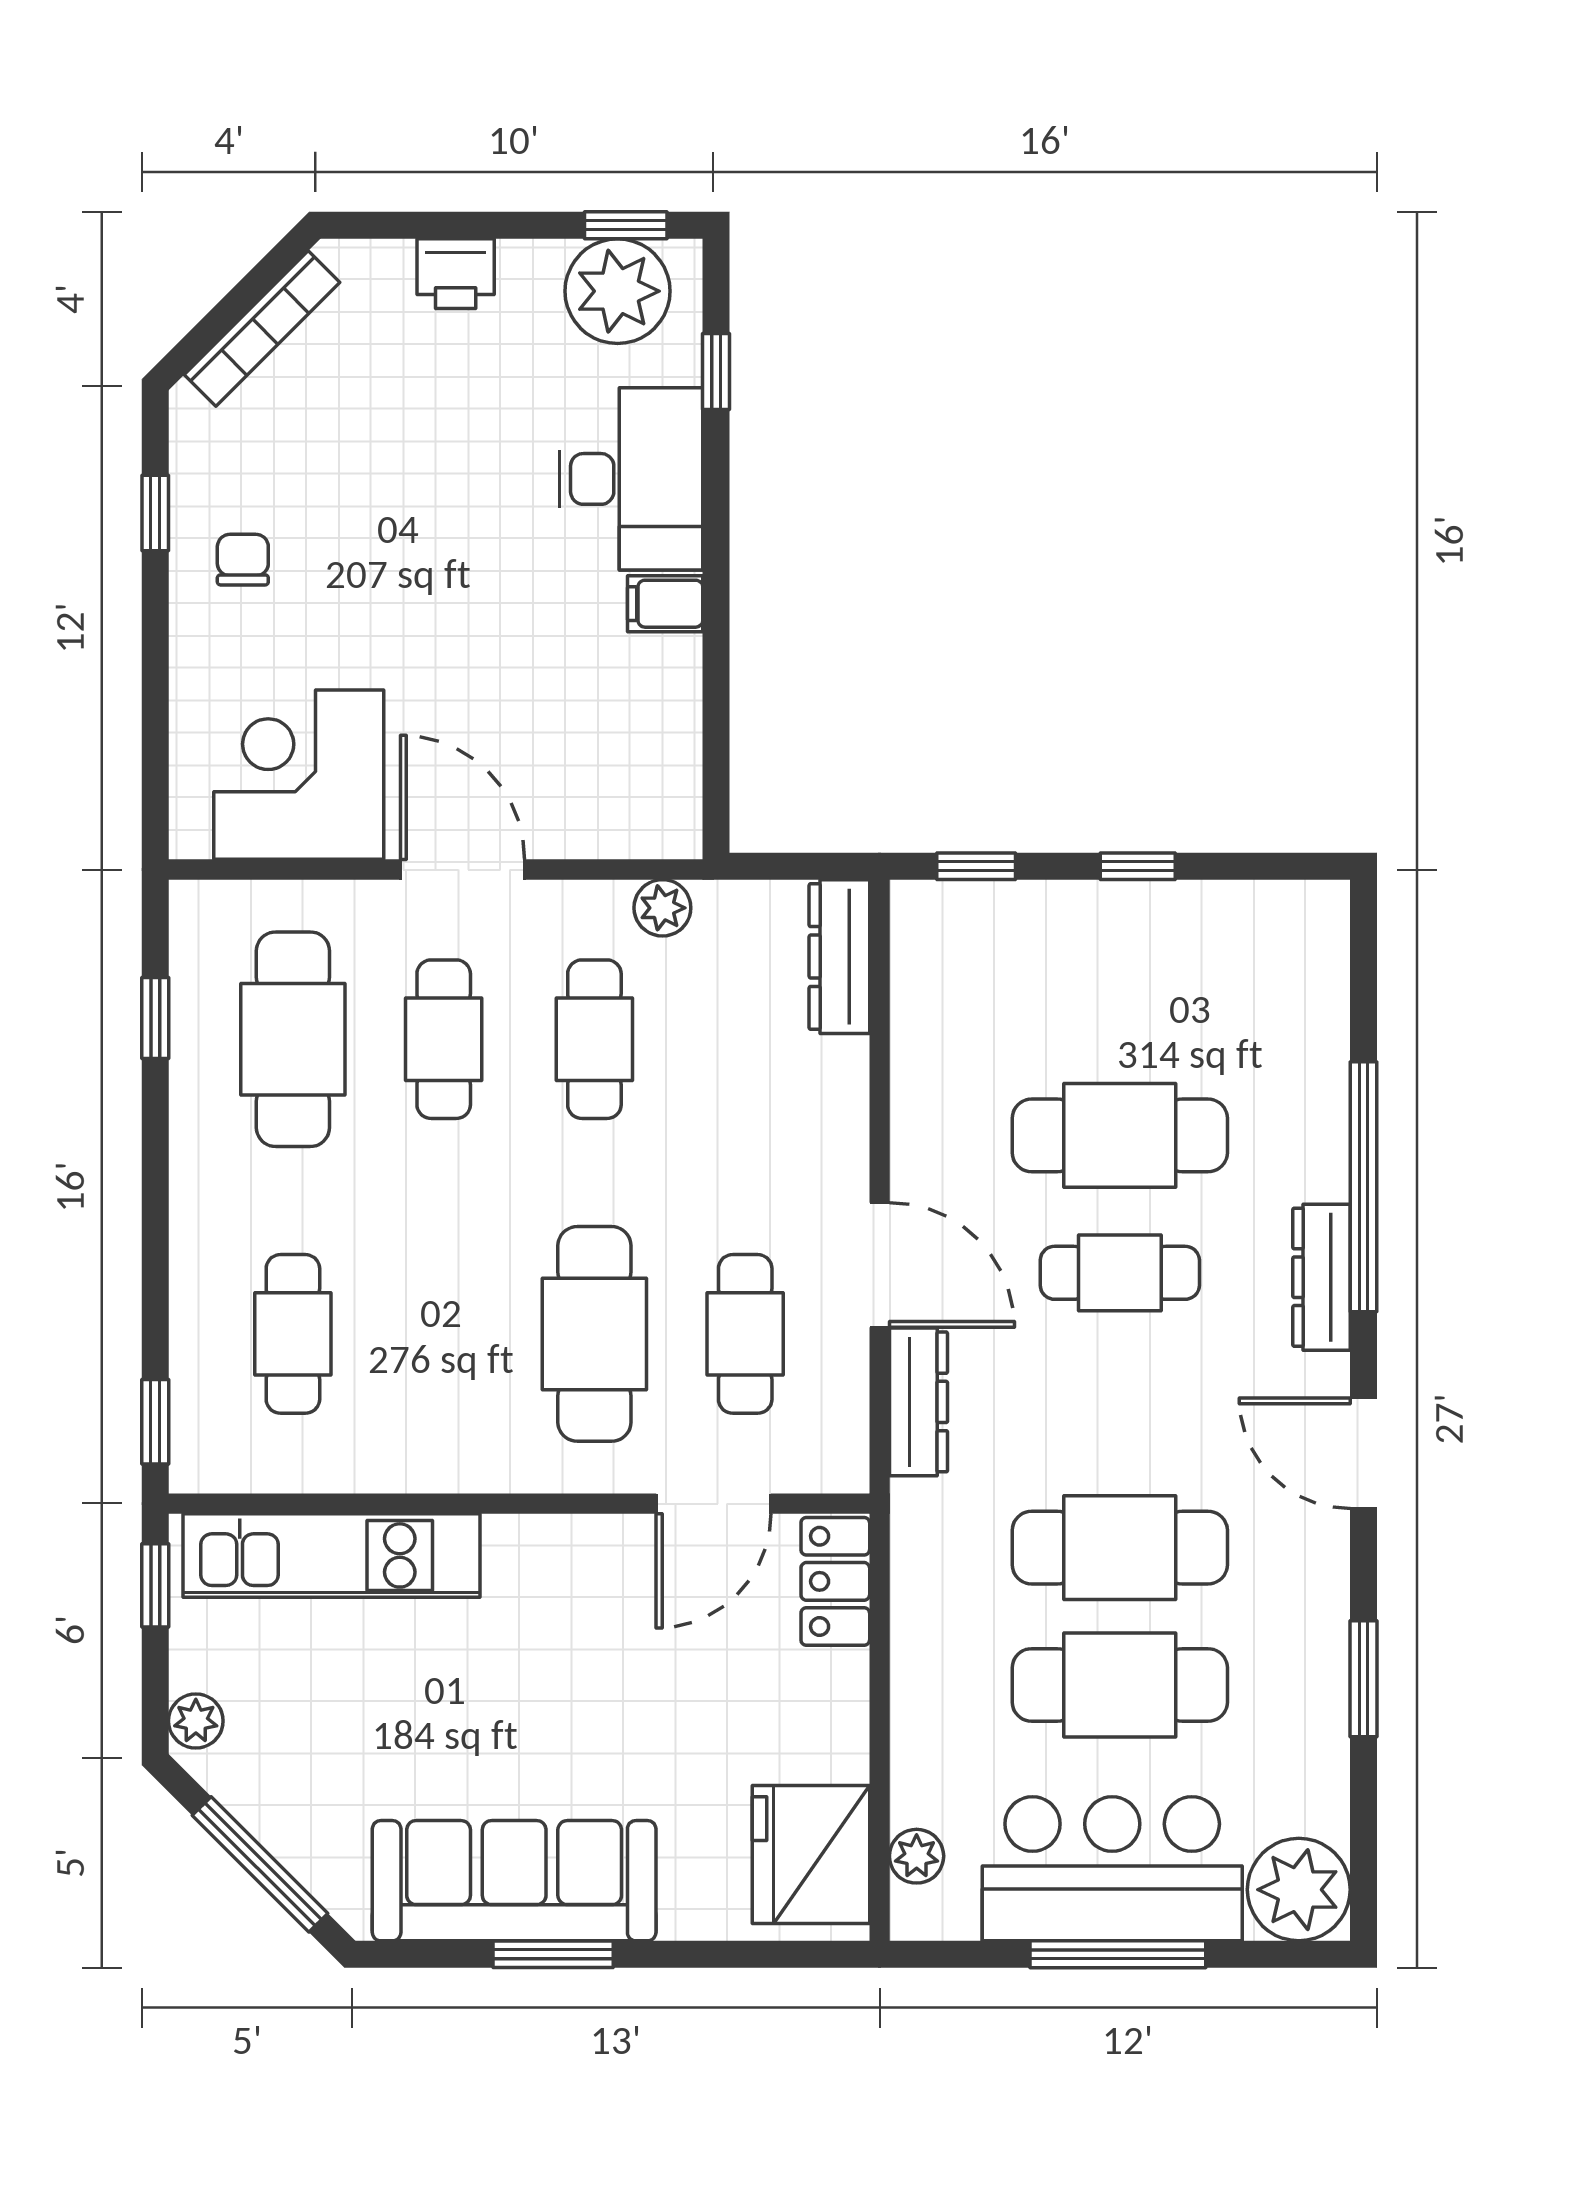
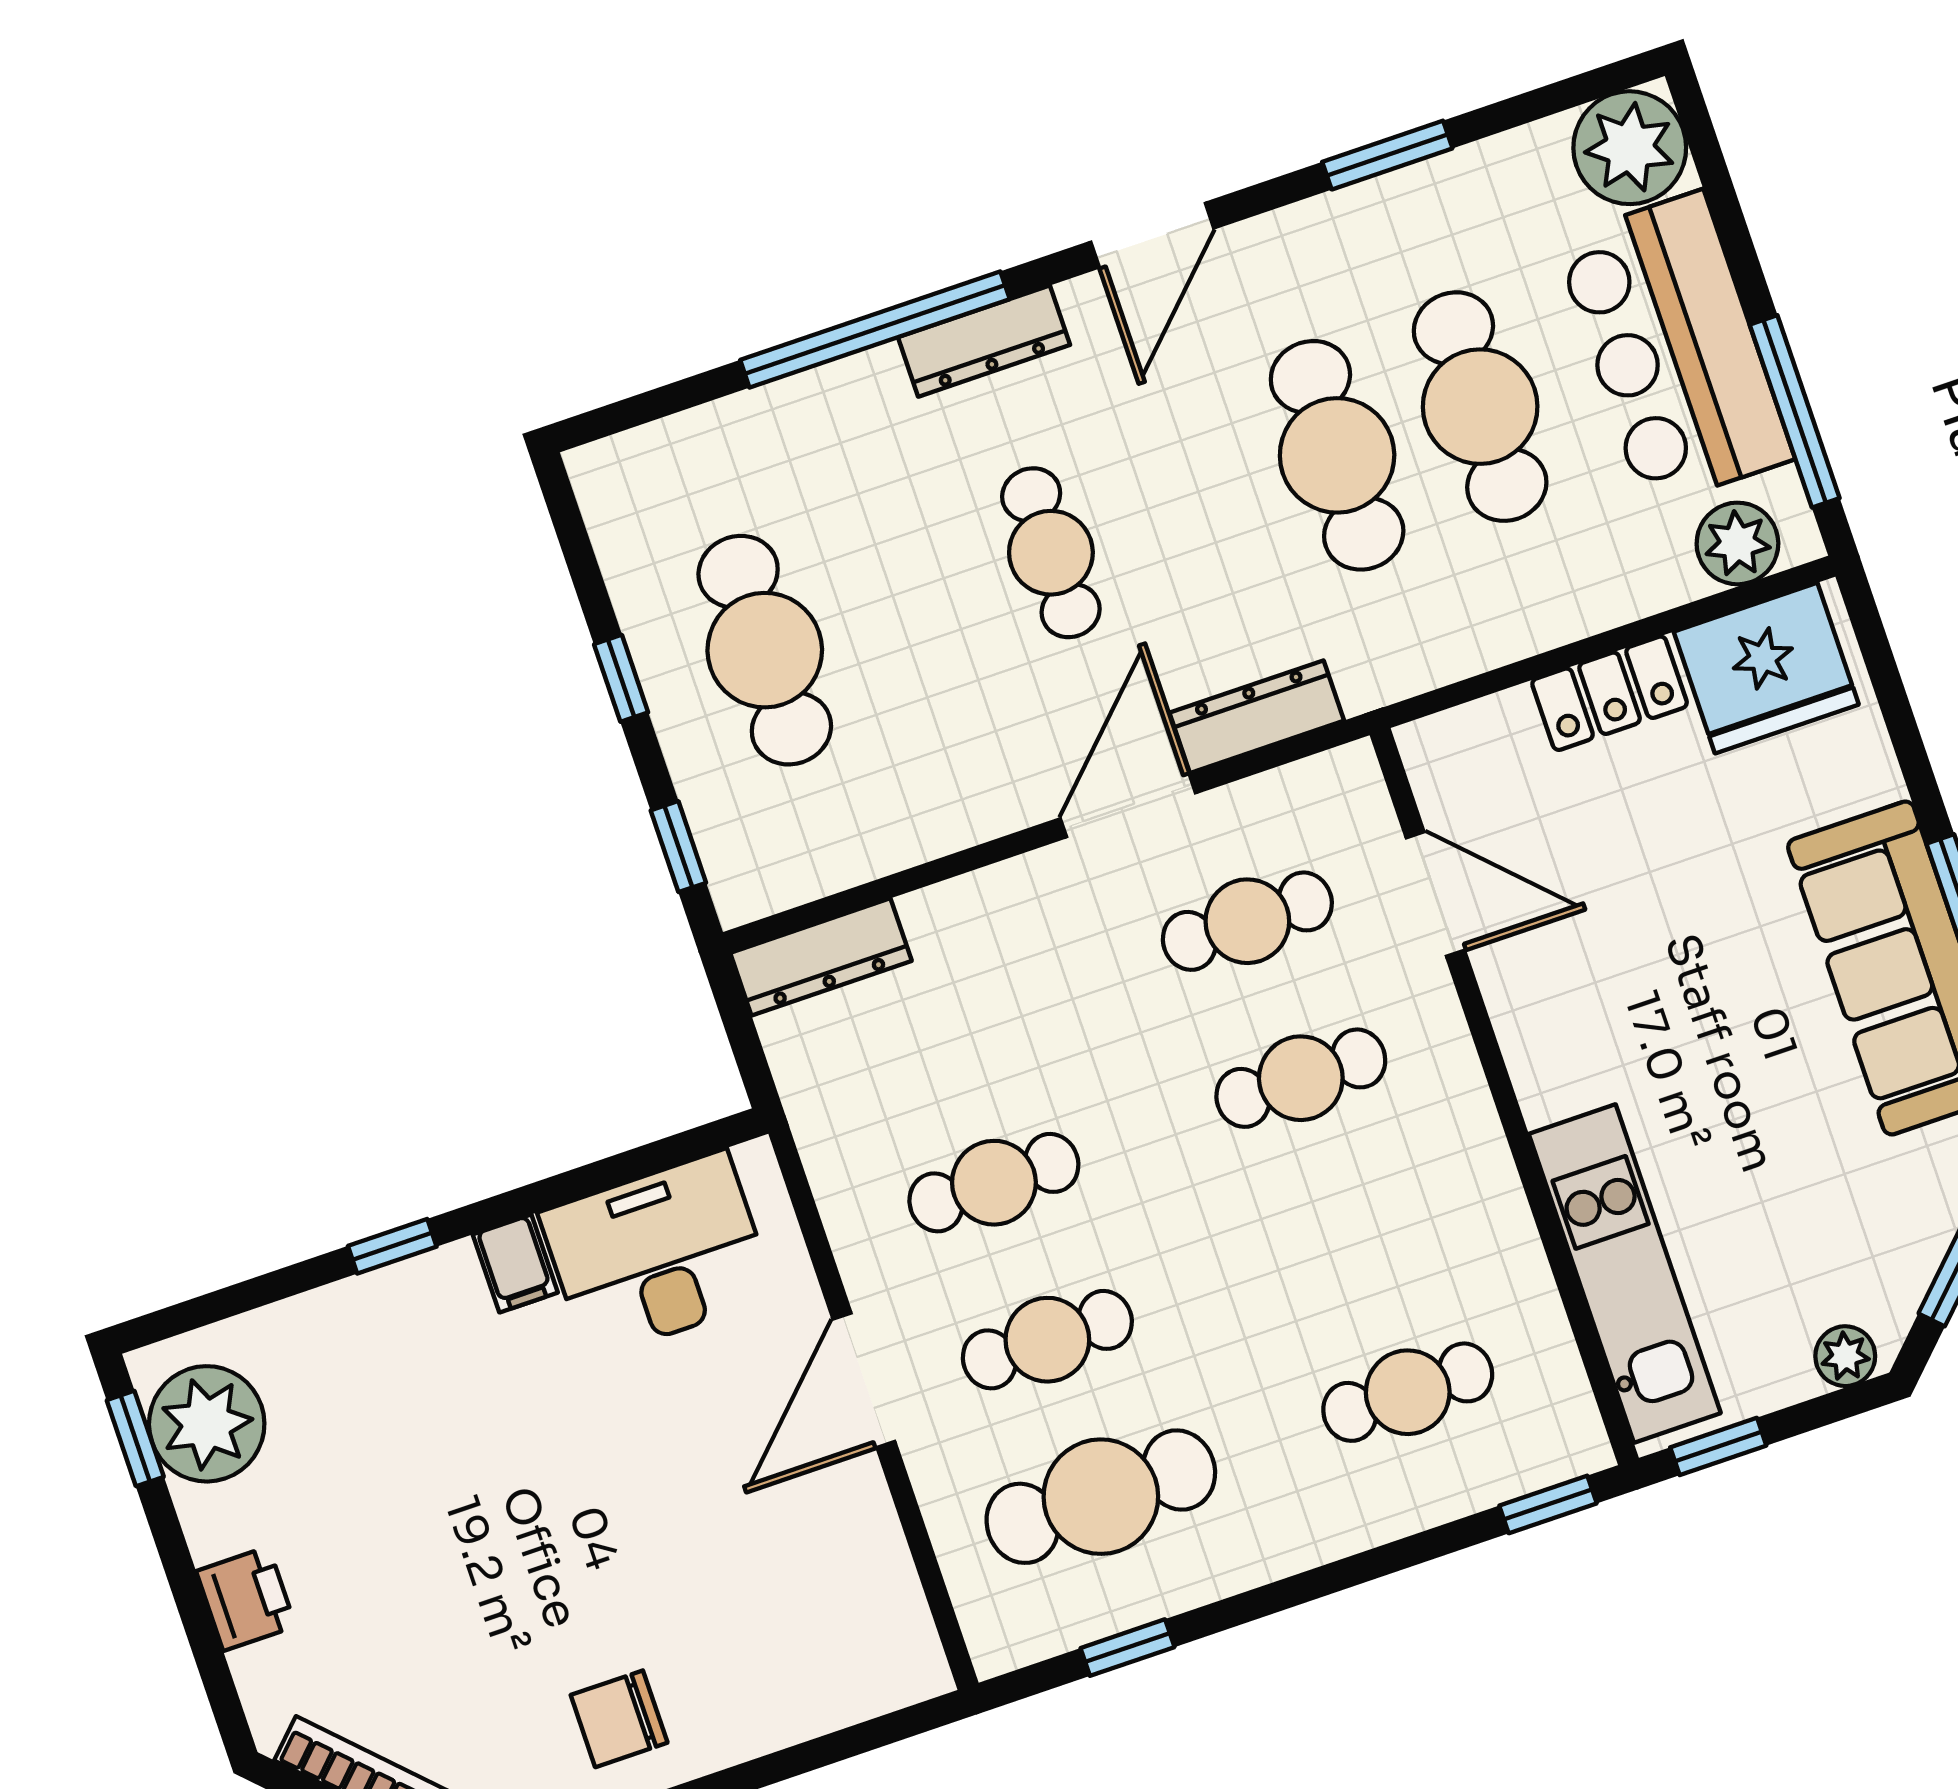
window: (716, 372) -> (392, 1246), moved
desk: (631, 479) -> (657, 1255), moved
chair: (243, 560) -> (619, 1719), width x1.37, depth x1.37
corner desk: (299, 775) -> (823, 1584), removed
plant: (662, 908) -> (833, 1158), removed
cafe table: (1120, 1135) -> (765, 650), moved
cafe table: (594, 1334) -> (1301, 1078), width x0.73, depth x0.74
locker: (835, 1581) -> (1610, 693), moved
plant: (917, 1856) -> (1737, 543), width x1.38, depth x1.38
window: (1118, 1954) -> (1795, 411), moved

